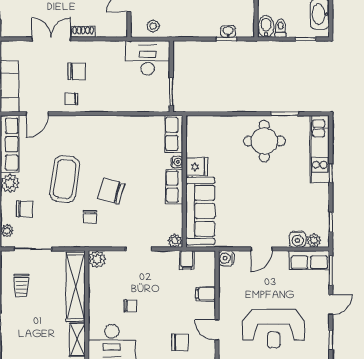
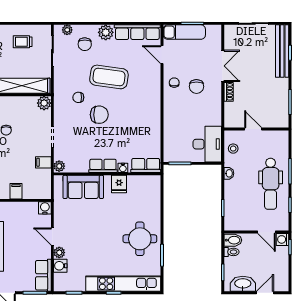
washbasin: (228, 31) -> (229, 173), moved
kitchen unit: (320, 149) -> (123, 284), width x1.36
chair: (111, 191) -> (99, 115), turned 74
sofa: (200, 211) -> (83, 187), width x0.73
plant: (314, 240) -> (59, 253), moved
filing cabinet: (187, 260) -> (43, 162), moved

